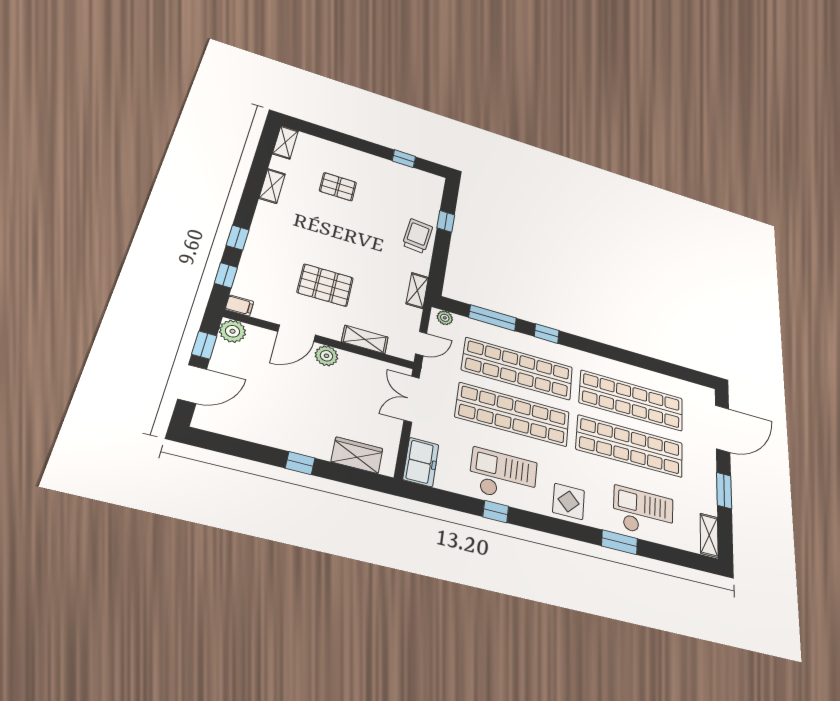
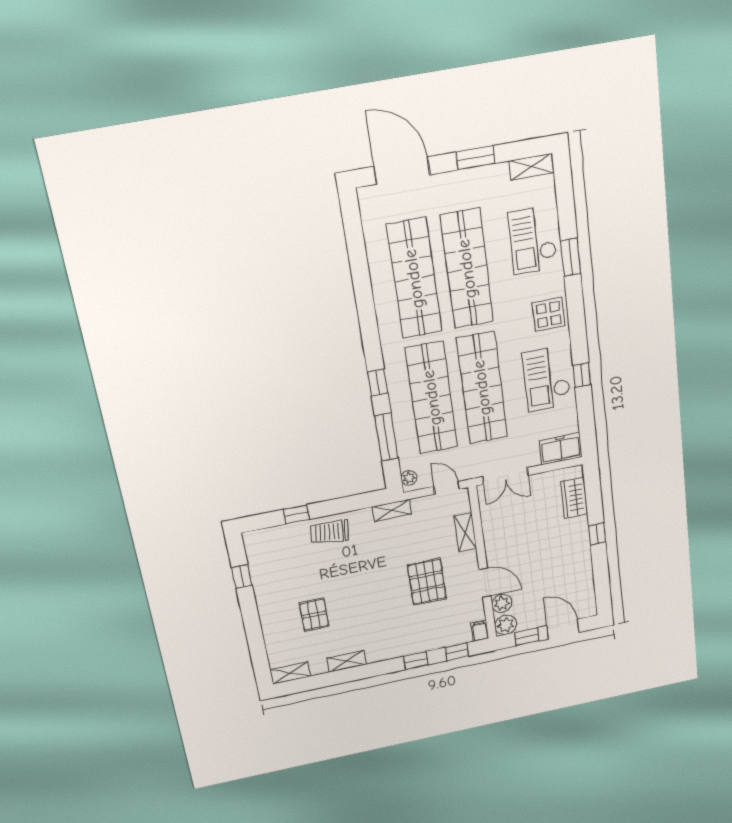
plant: (326, 356) -> (502, 603), moved

